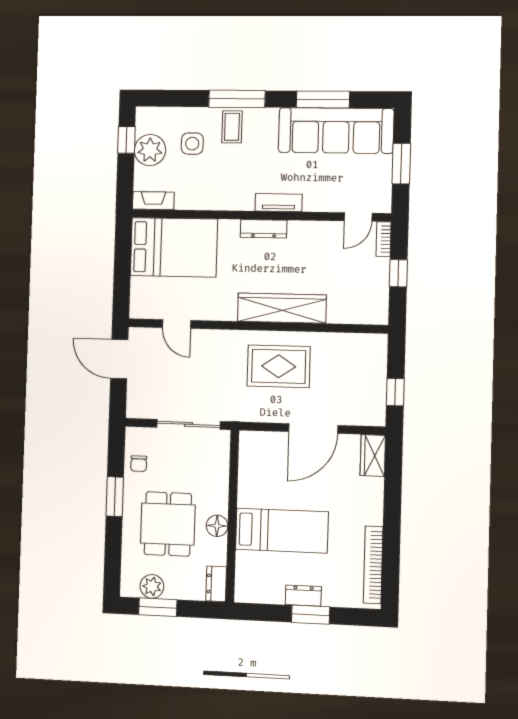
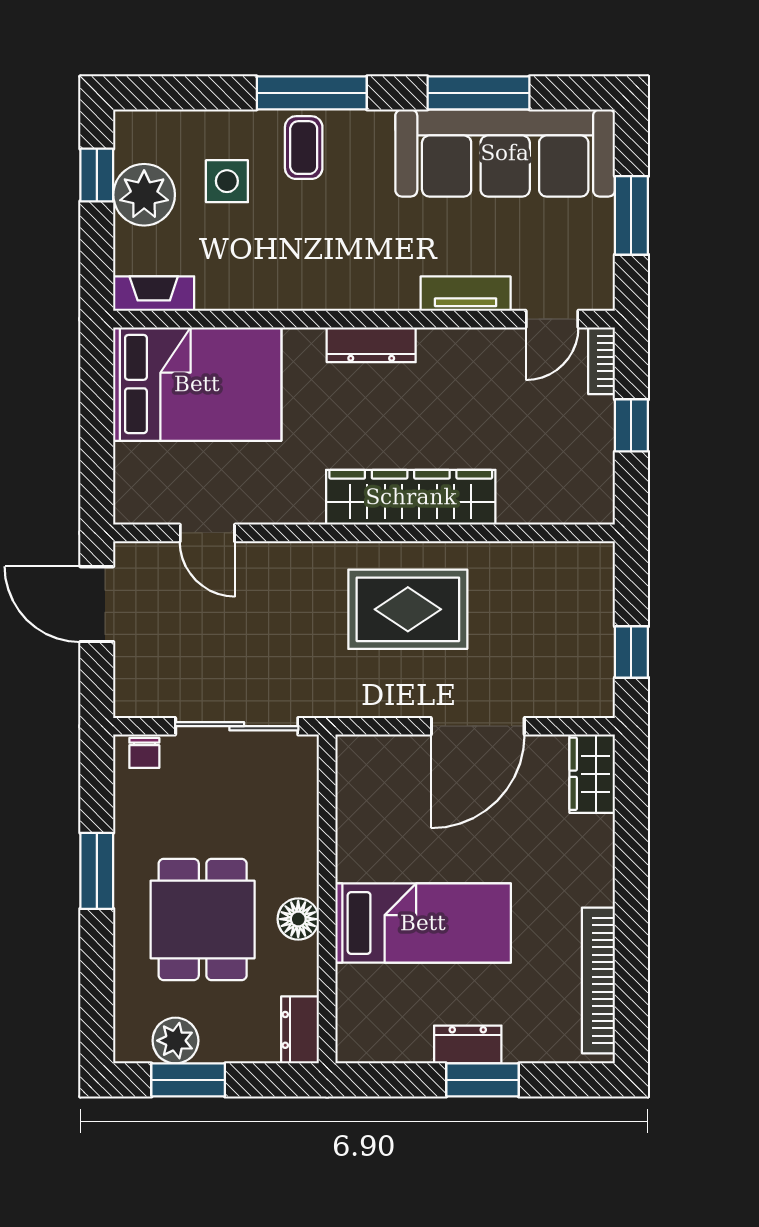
tv unit: (279, 203) -> (466, 294), moved
chair: (139, 464) -> (144, 753), moved

